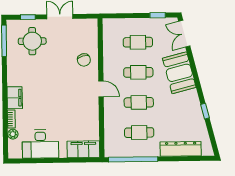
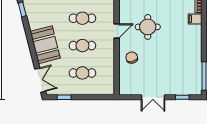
round table: (32, 41) -> (148, 27), moved
door: (101, 89) -> (117, 31), swing flipped
filing cabinet: (15, 98) -> (195, 19), width x0.50

